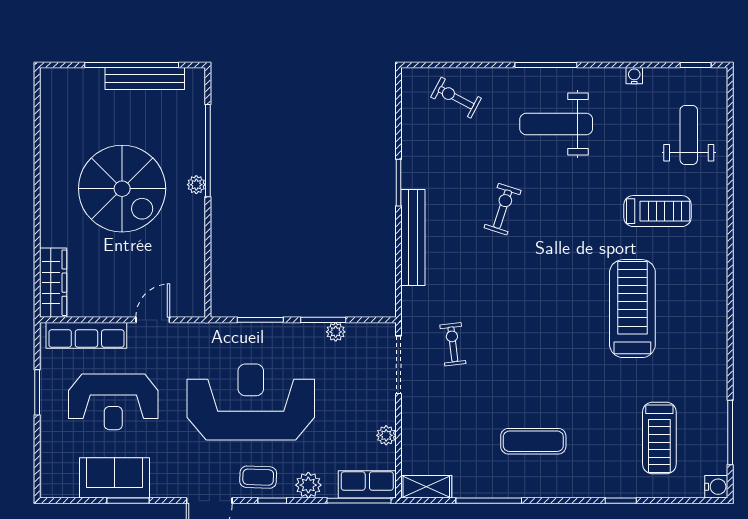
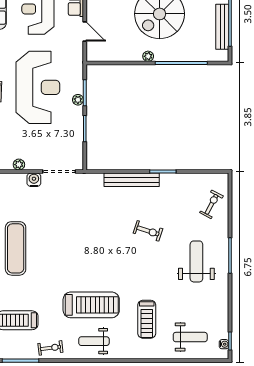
water cooler: (634, 76) -> (224, 344), moved
plant: (196, 185) -> (148, 56), moved
weight bench: (696, 304) -> (94, 341), added
plant: (336, 332) -> (78, 100), moved
exercise bike: (453, 344) -> (50, 348), moved
water cooler: (413, 409) -> (34, 180), added
exercise mat: (533, 441) -> (16, 248), width x1.36, depth x1.45

